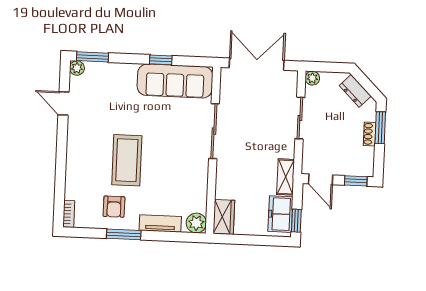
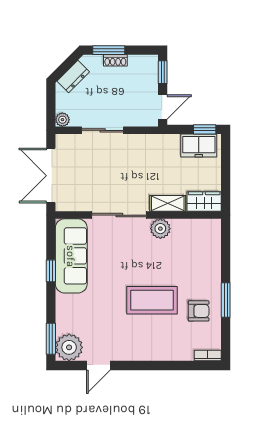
plant: (77, 68) -> (69, 347), width x1.88, depth x1.88
shelving: (286, 177) -> (168, 203), moved
tv unit: (160, 223) -> (213, 264), removed
plant: (196, 223) -> (160, 229), moved

